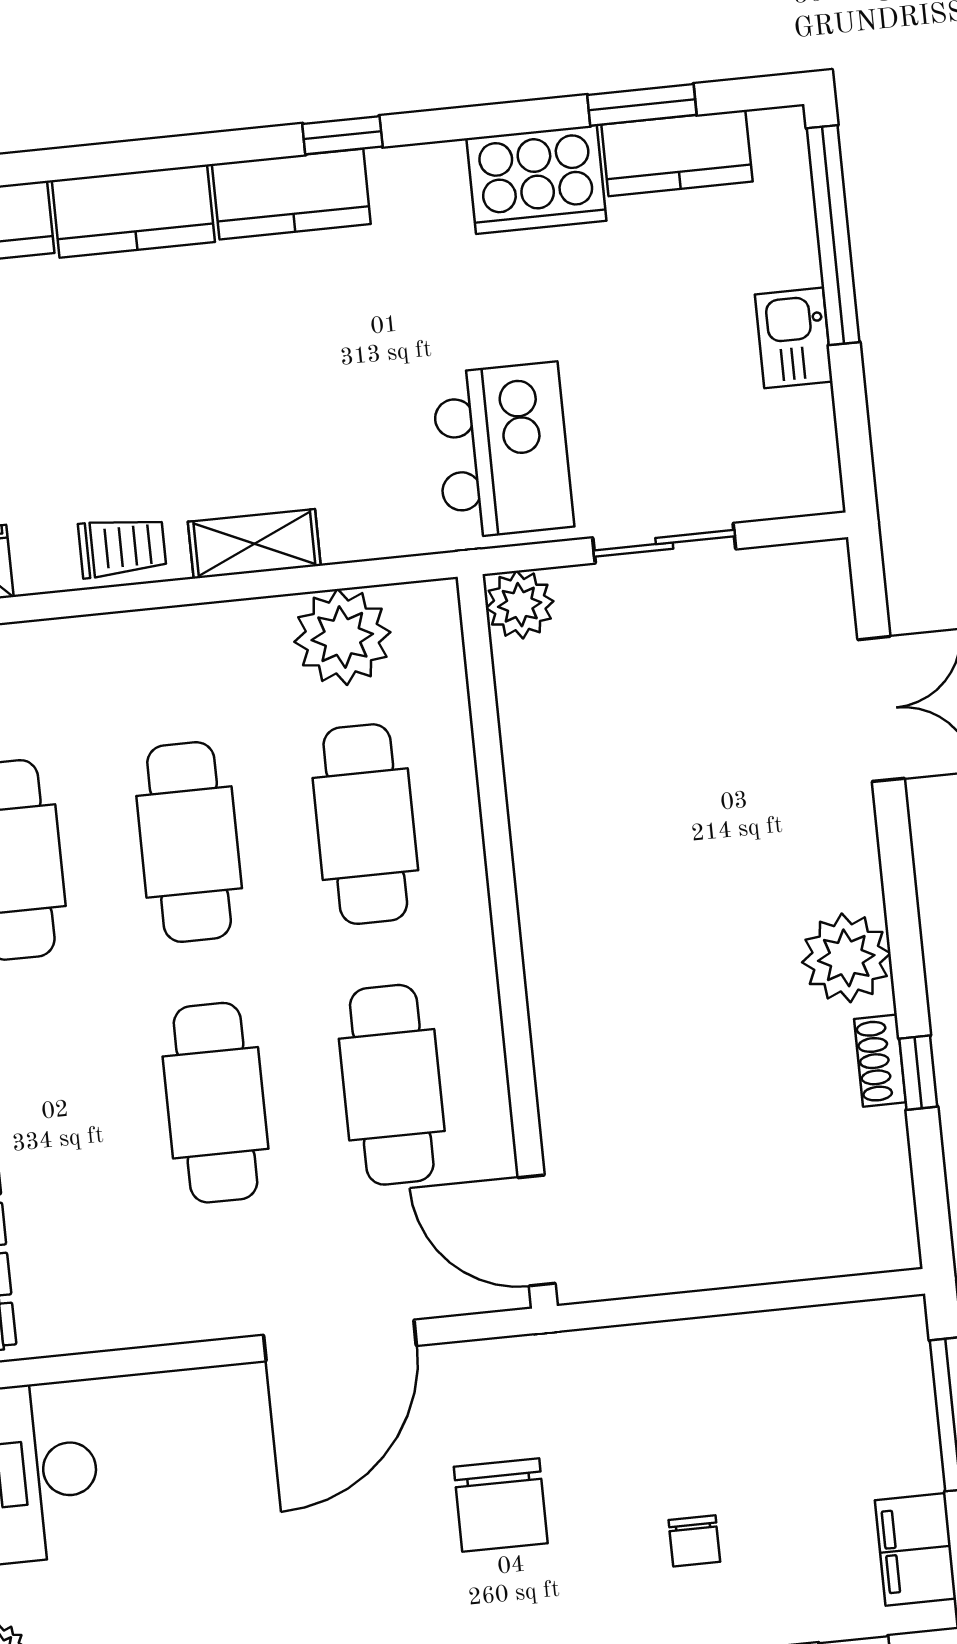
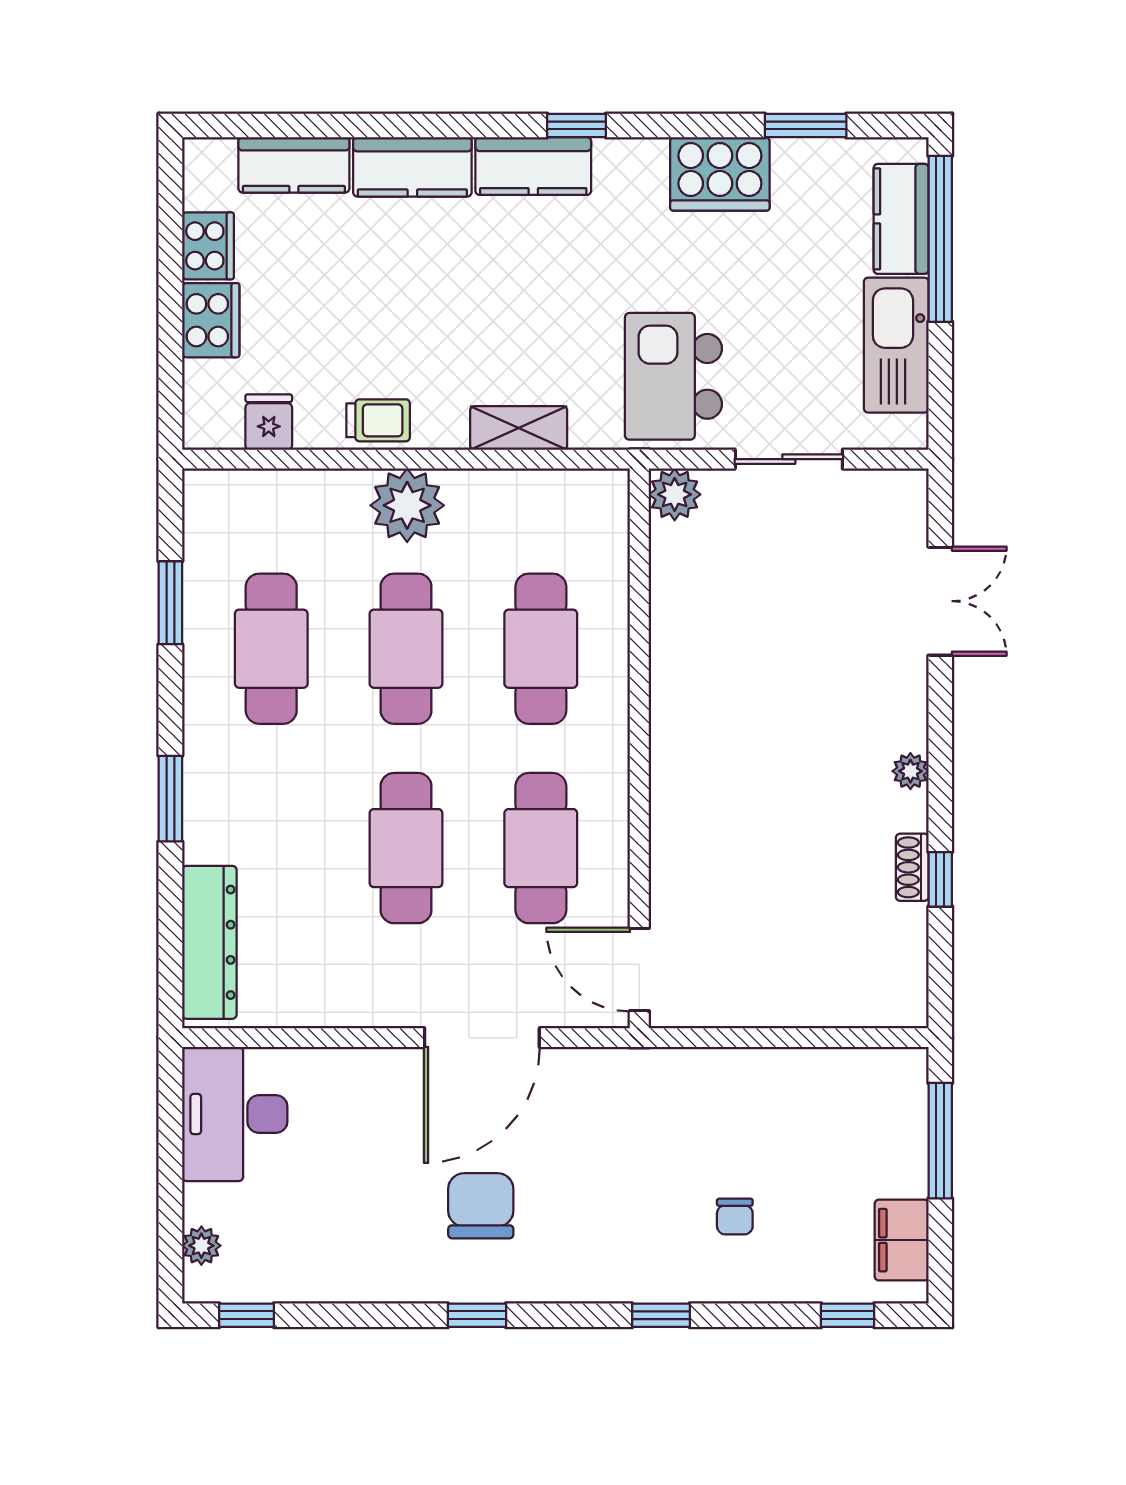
kitchen counter: (677, 153) -> (901, 219), moved, turned 90
kitchen sink: (794, 338) -> (896, 345), width x1.87, depth x1.24
kitchen island: (502, 450) -> (673, 376), turned 180
shelving: (254, 544) -> (519, 428), moved
plant: (342, 637) -> (407, 505), moved
plant: (846, 958) -> (910, 771), width x0.53, depth x0.53
chair: (501, 1505) -> (481, 1206), moved, turned 180

